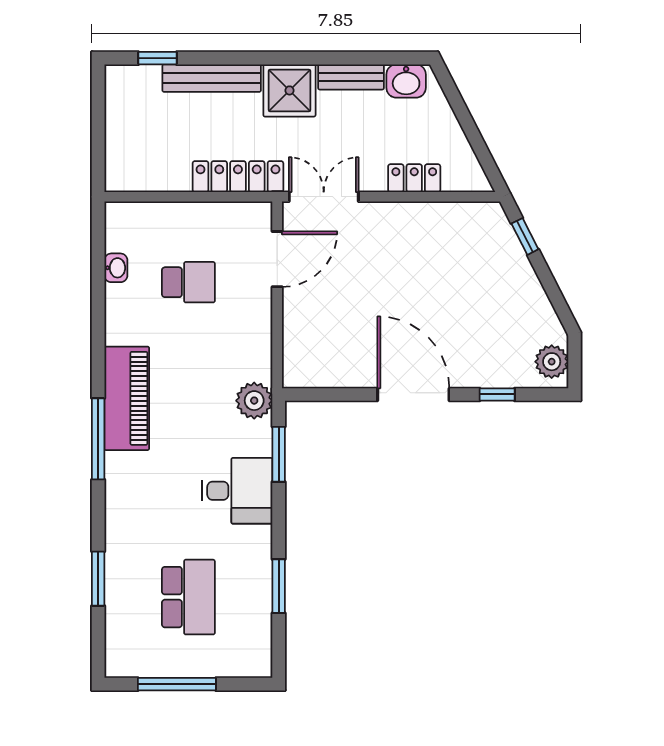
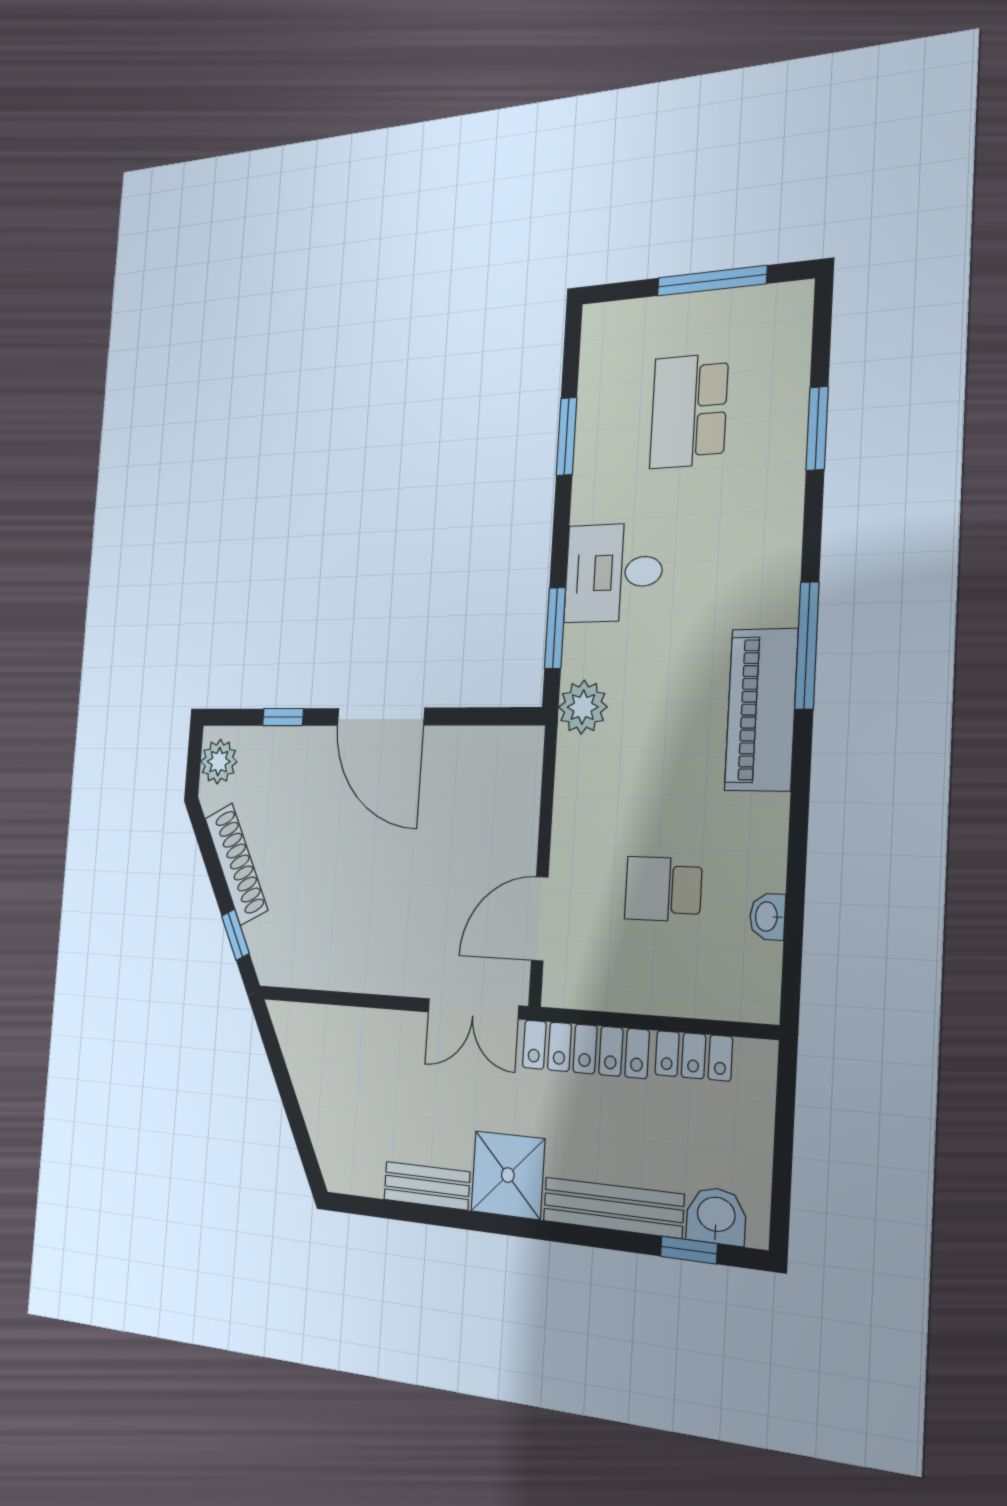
washbasin: (406, 81) -> (716, 1216), moved
locker: (414, 178) -> (694, 1056), moved
shoe rack: (529, 287) -> (236, 864), added

